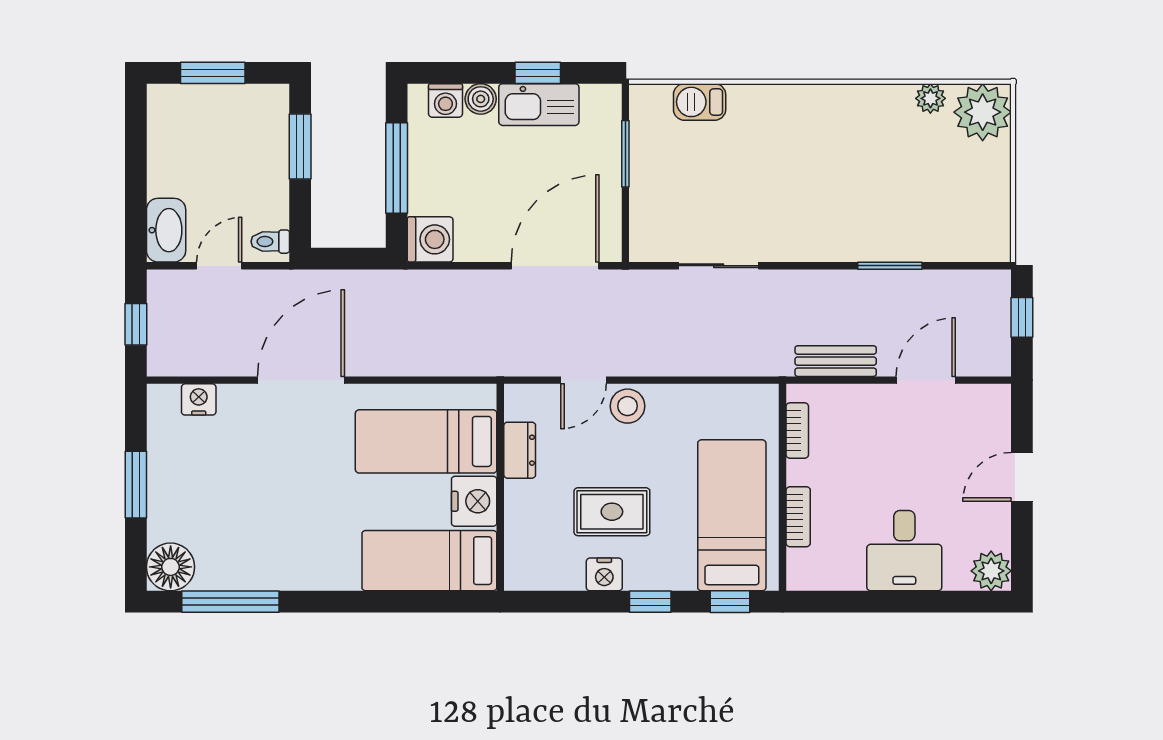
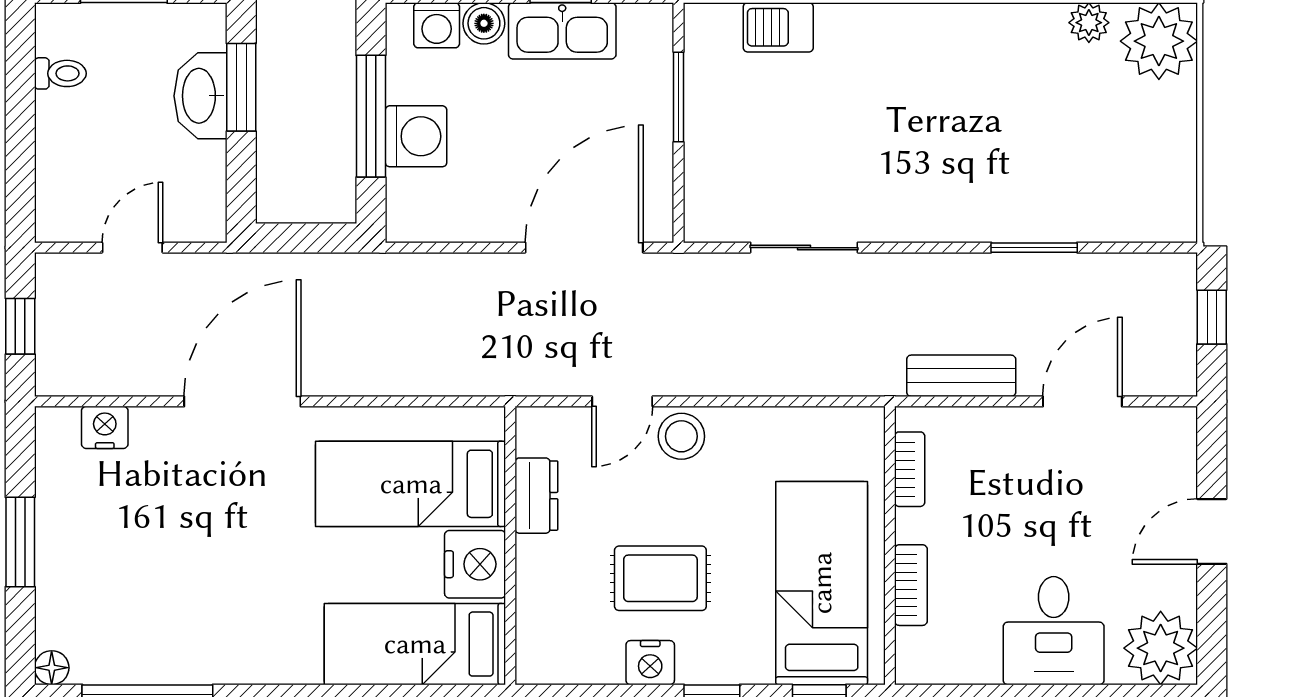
washbasin: (166, 230) -> (200, 96), moved, turned 180
washing machine: (430, 239) -> (416, 136), moved
toilet: (270, 242) -> (60, 73), moved, turned 180
floor lamp: (171, 567) -> (52, 668), width x0.53, depth x0.53
plant: (991, 571) -> (1161, 648), width x1.36, depth x1.36

